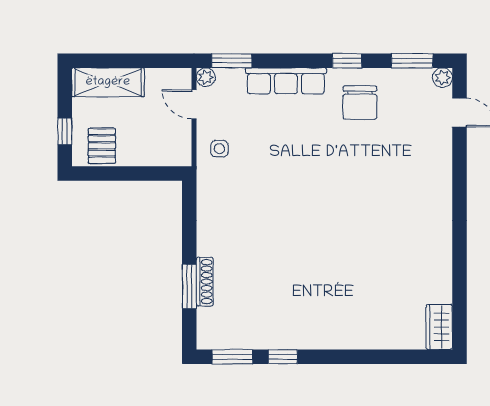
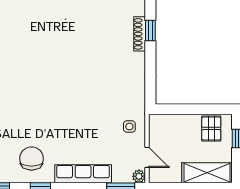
window: (189, 286) -> (150, 30), width x0.67

